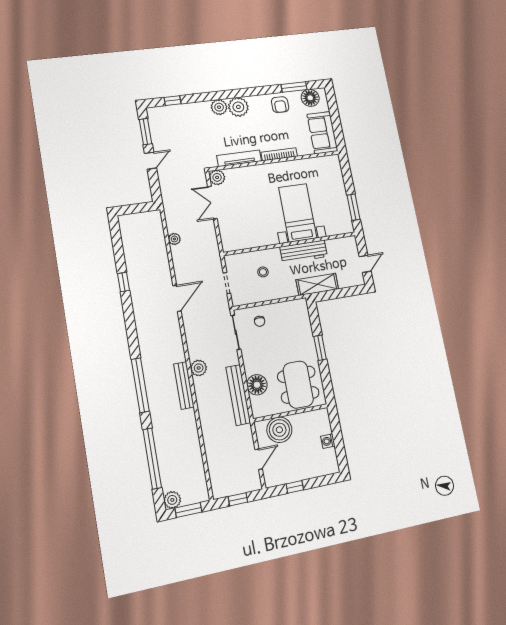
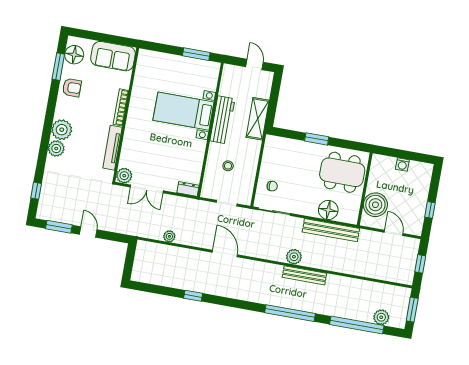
dresser: (227, 241) -> (188, 189), added
plant: (172, 500) -> (381, 317), moved

